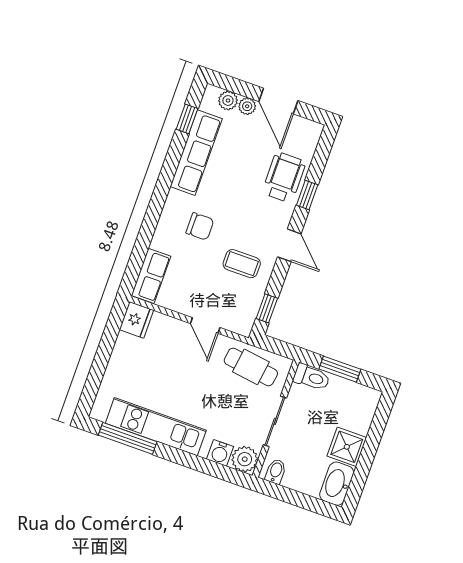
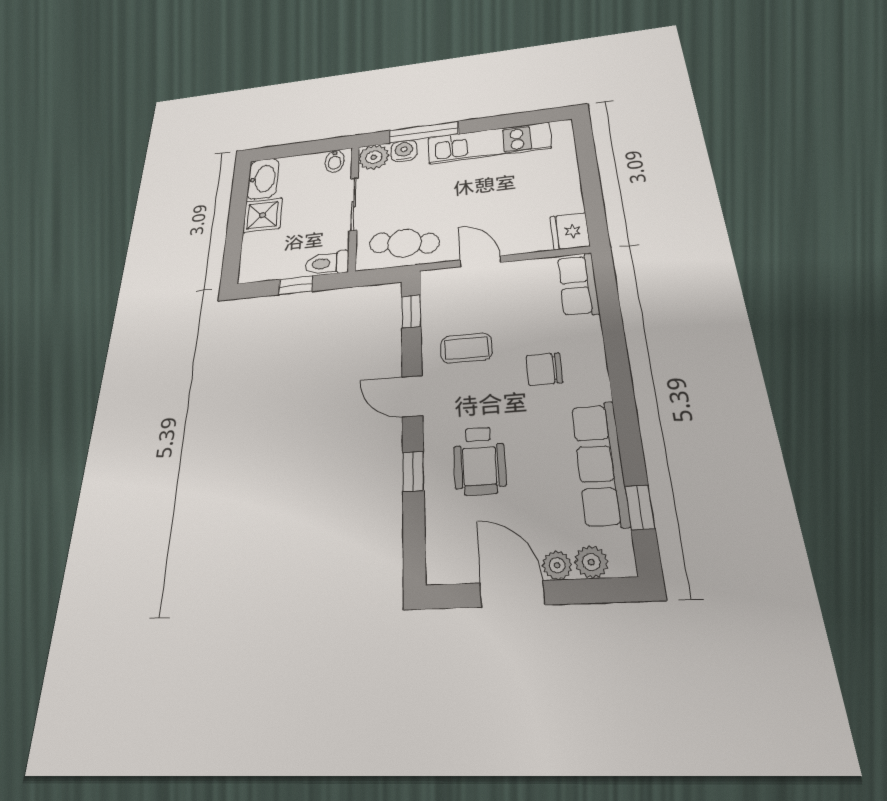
wheelchair: (284, 177) -> (479, 461), moved
window: (340, 369) -> (296, 285), width x0.67
window: (128, 438) -> (424, 132), moved

